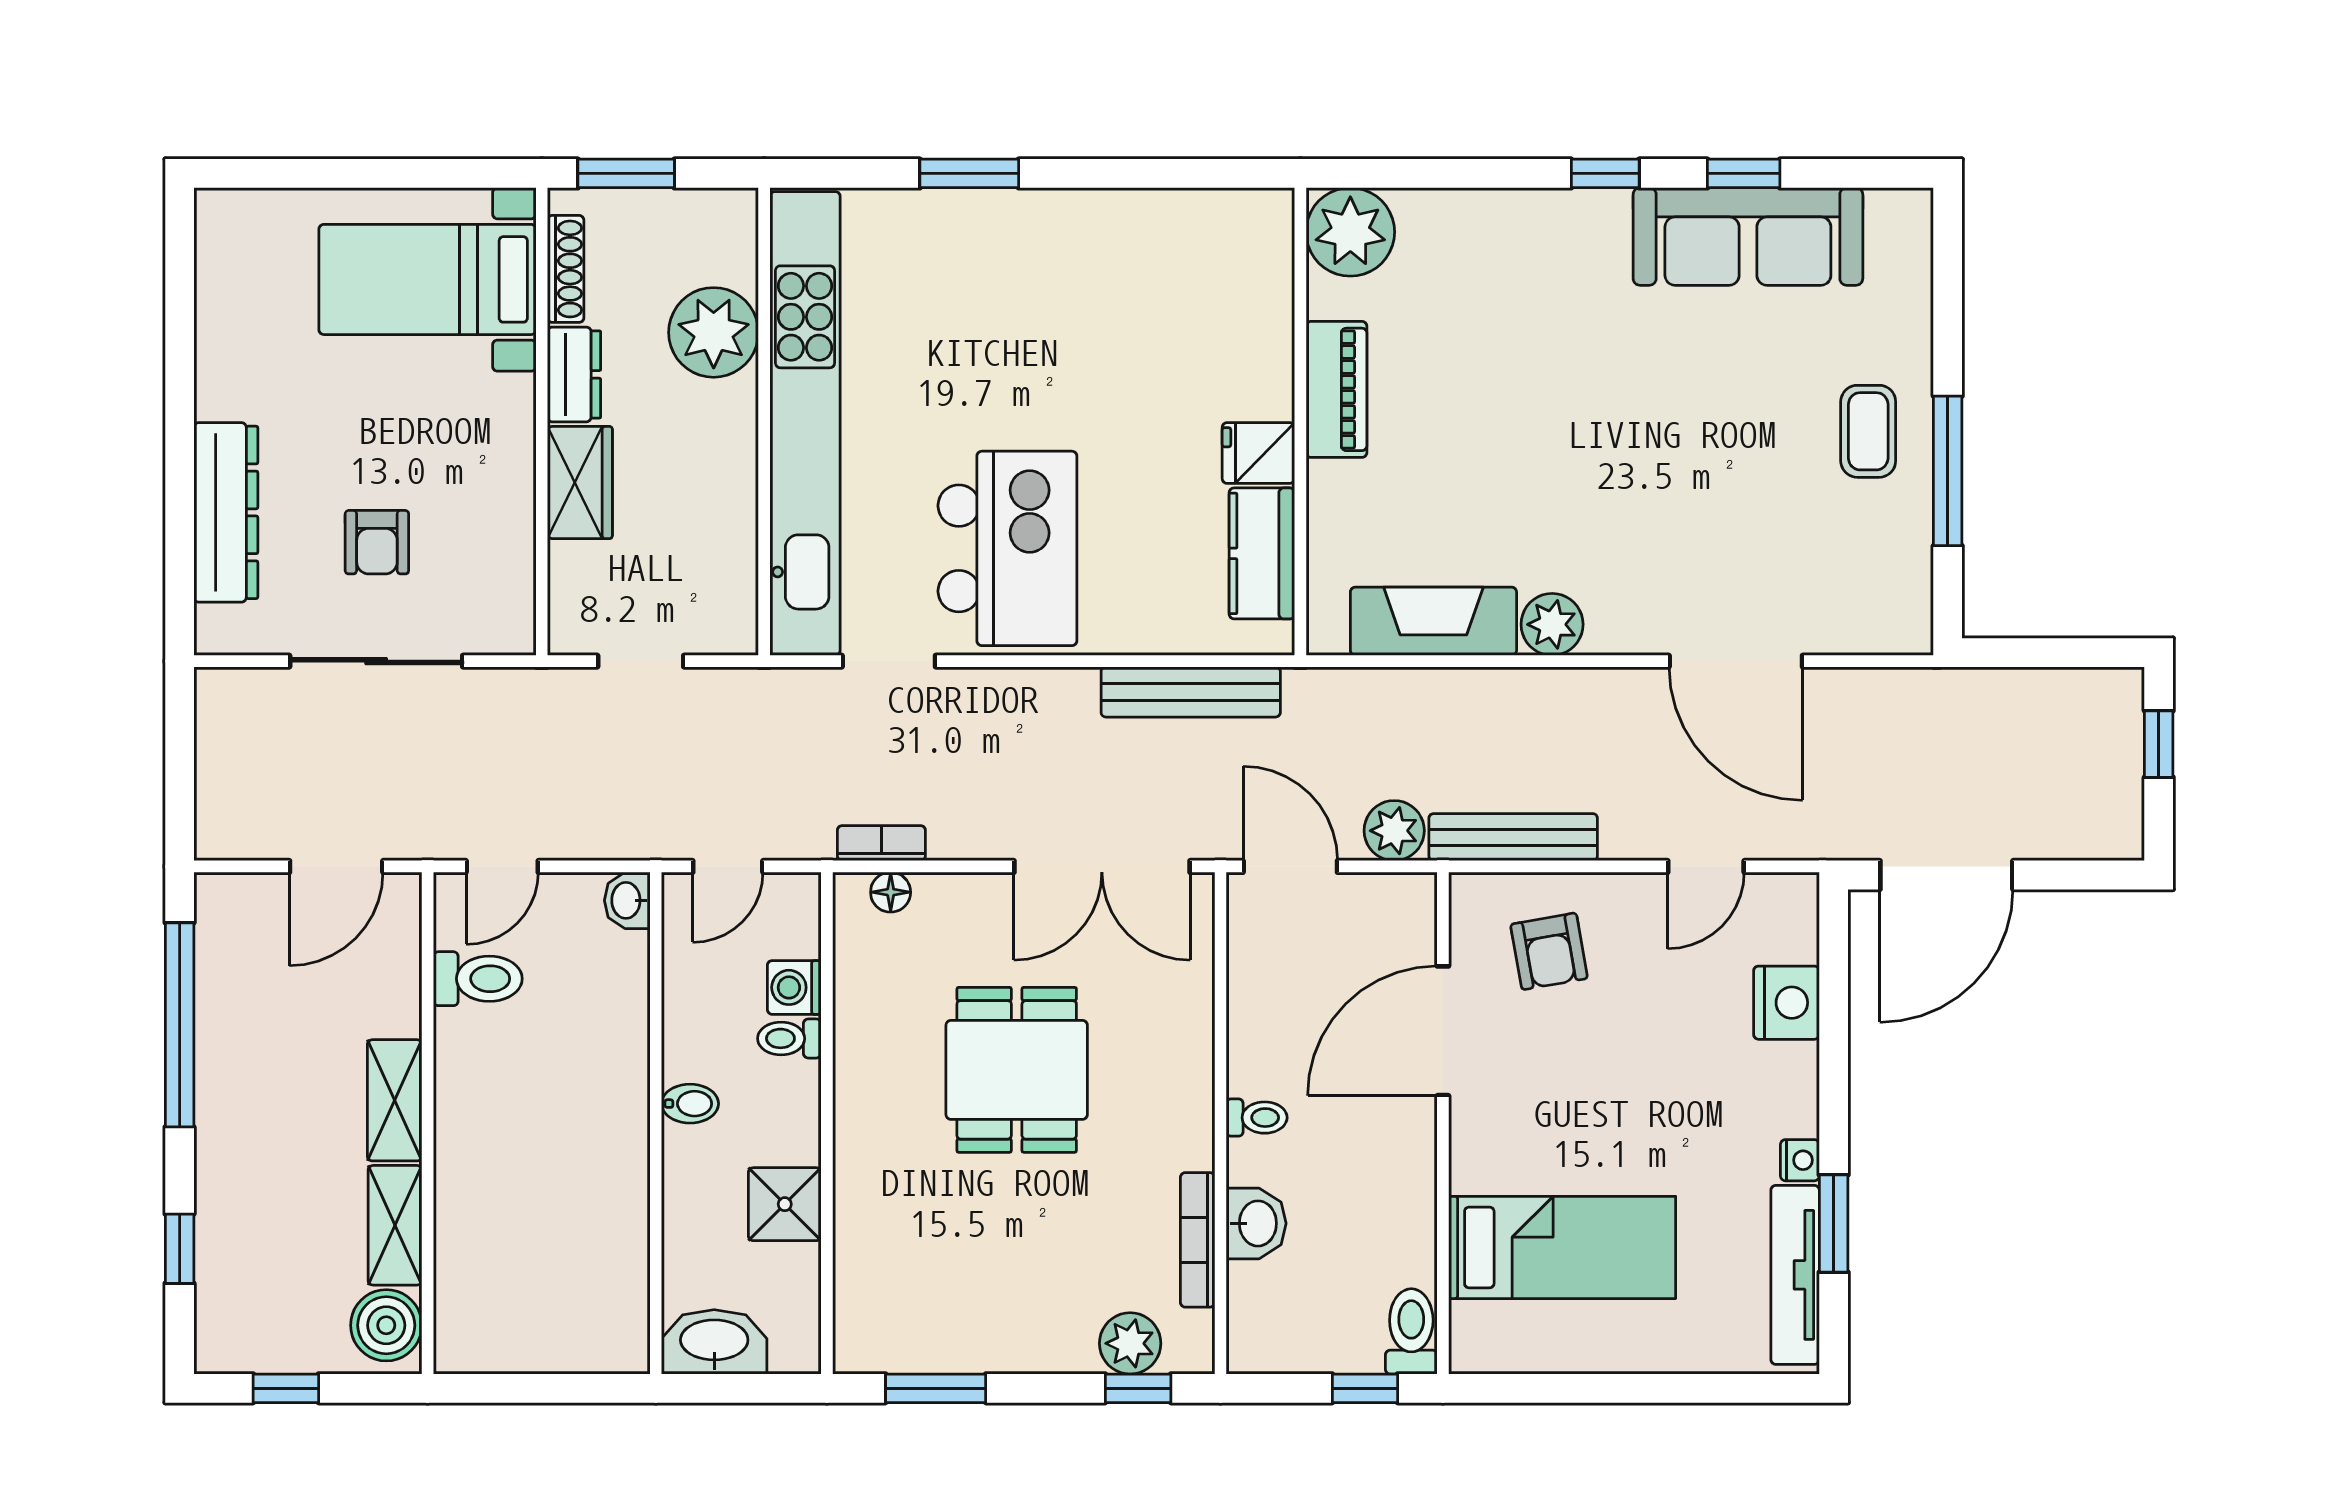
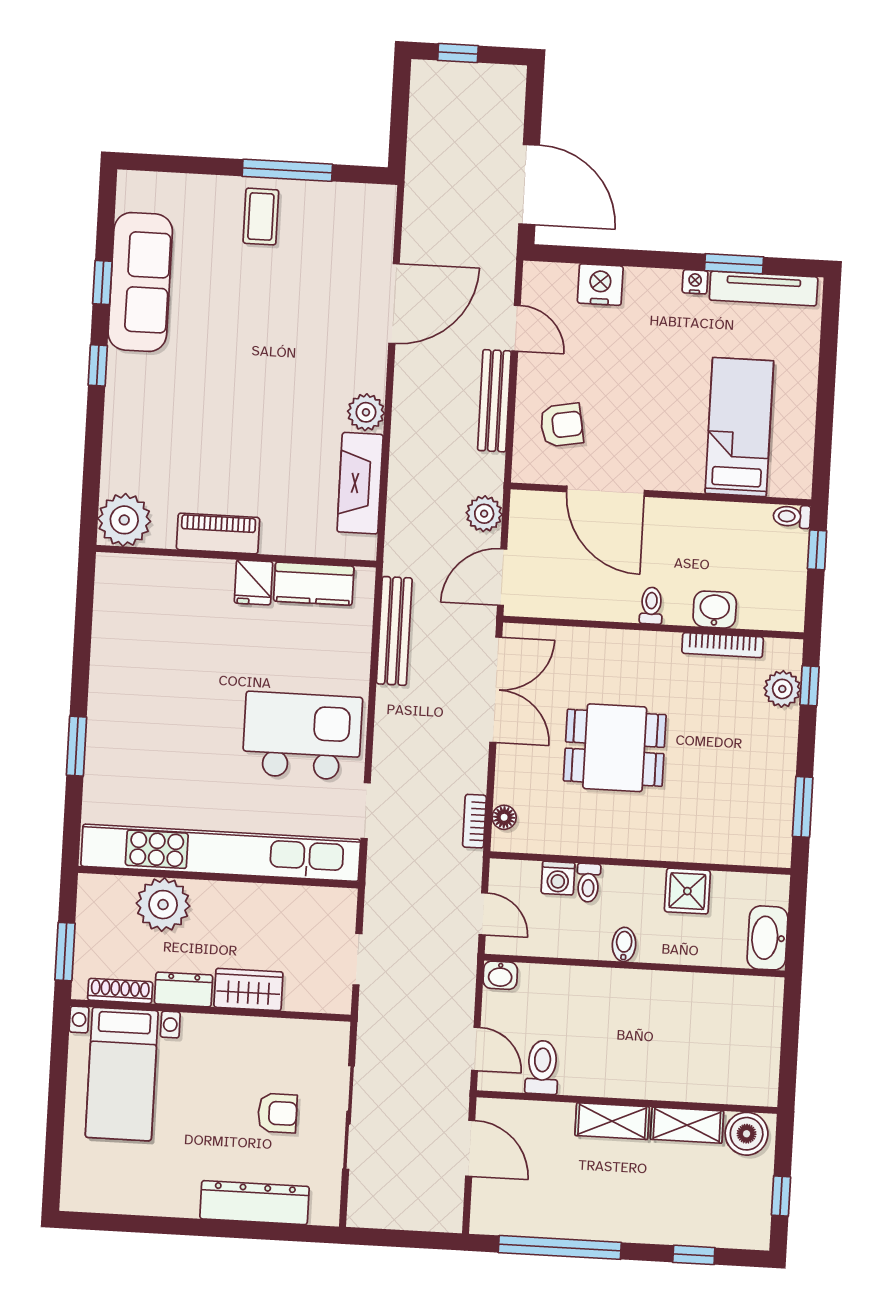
coffee table: (1868, 431) -> (261, 217), turned 90
bench: (1513, 837) -> (494, 401), moved
toilet: (1411, 1331) -> (792, 516), width x0.73, depth x0.72

